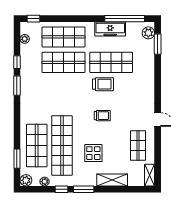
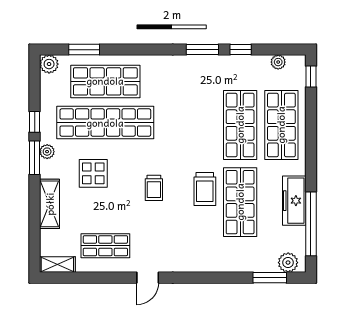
plant: (45, 182) -> (47, 152), moved

